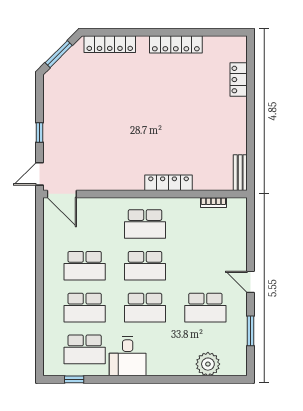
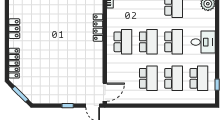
locker: (176, 44) -> (14, 29), width x0.66
desk: (128, 356) -> (203, 42), moved

